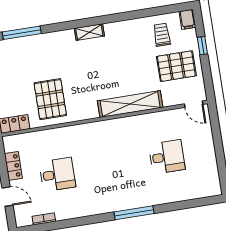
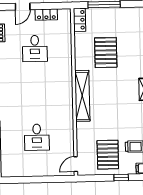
pallet: (50, 99) -> (106, 53), moved, turned 90
shelving: (130, 104) -> (82, 96), moved

